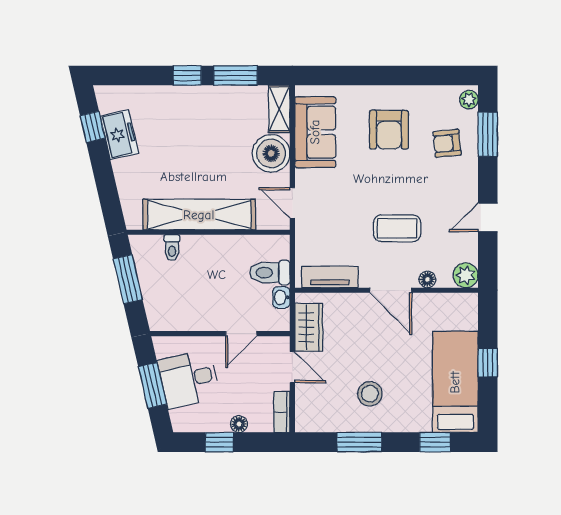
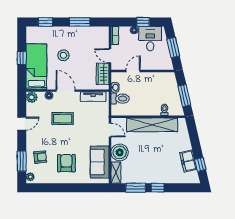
desk: (189, 379) -> (150, 39), moved, turned -77
bed: (455, 382) -> (36, 67), moved, turned 180
stool: (370, 394) -> (63, 55), moved

